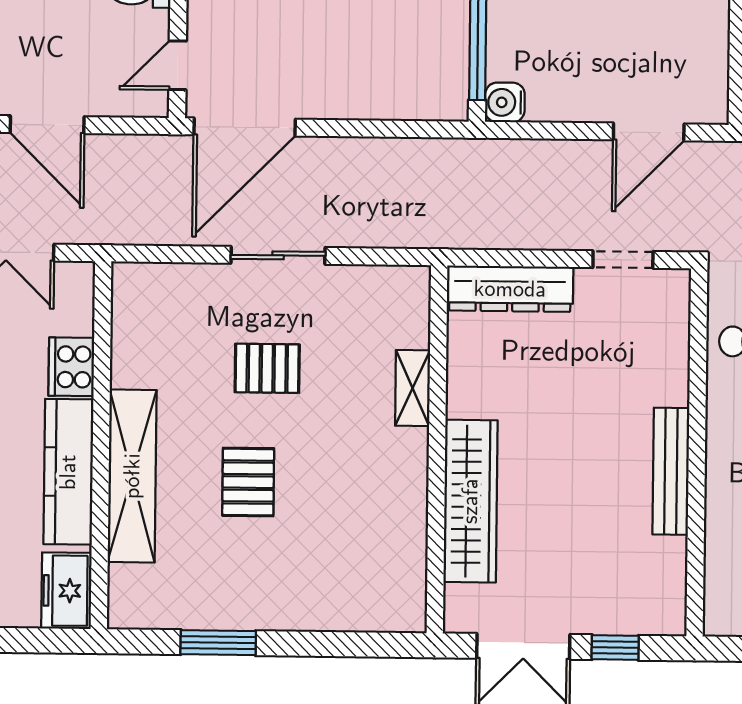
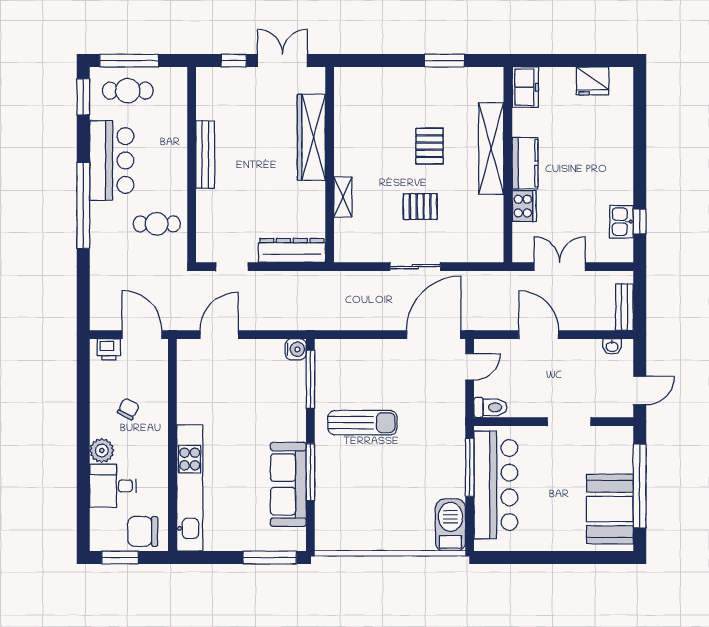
kitchen counter: (68, 472) -> (525, 163), width x0.67

